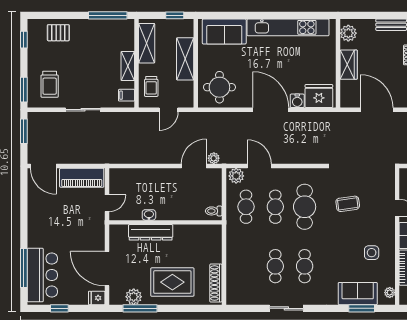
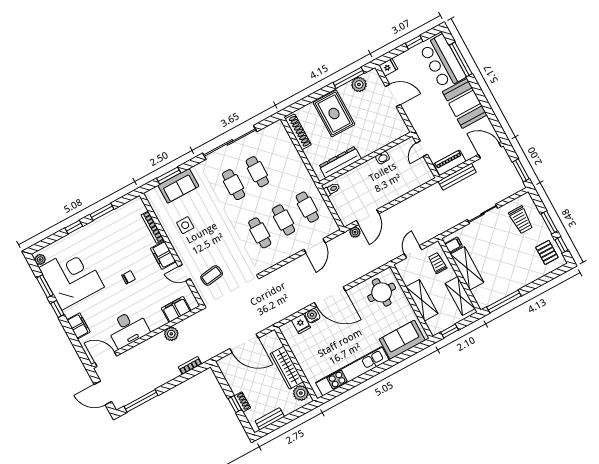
pallet: (58, 33) -> (547, 252), moved, turned 90
wardrobe: (349, 65) -> (287, 368), width x1.50
shelving: (128, 66) -> (467, 268), width x1.50, depth x1.33
trolley: (50, 84) -> (521, 220), turned 180
window: (24, 90) -> (549, 222), moved
fridge: (319, 96) -> (301, 324), width x0.53, depth x0.75
bench: (88, 158) -> (457, 177), added
door: (259, 166) -> (314, 246), hinge flipped
plant: (236, 176) -> (329, 228), removed
piano: (82, 178) -> (450, 163), width x0.73, depth x0.75
coffee table: (348, 204) -> (212, 275), moved
cafe table: (305, 207) -> (260, 233), width x0.73, depth x0.74
booth: (43, 224) -> (465, 103), added
dresser: (151, 232) -> (340, 162), moved
door: (107, 269) -> (393, 96), width x0.73
rug: (172, 282) -> (334, 113), turned 90
plant: (390, 293) -> (153, 201), removed
sliding door: (286, 308) -> (230, 142), width x1.86

